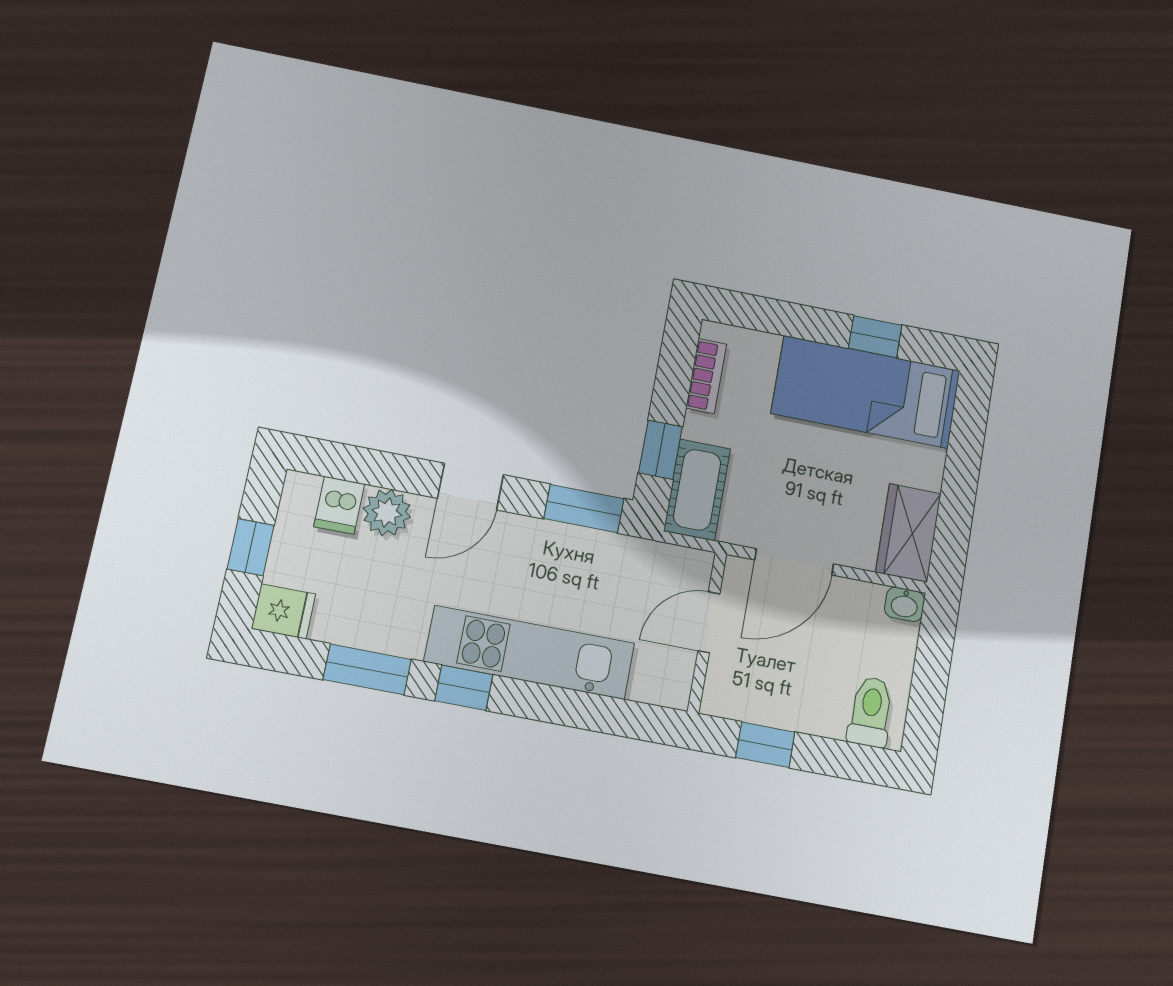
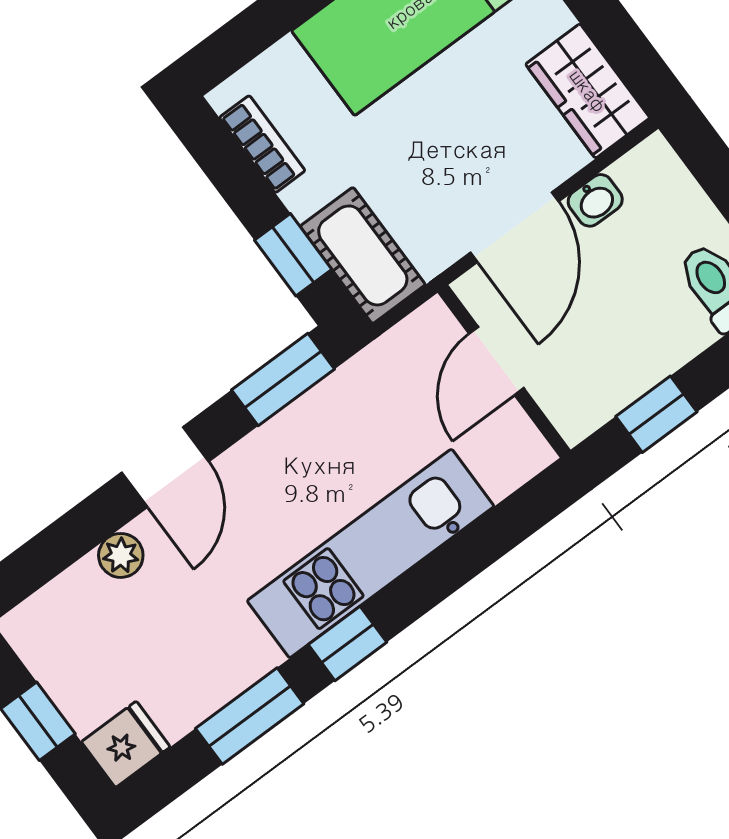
dishwasher: (339, 505) -> (72, 605), removed
plant: (387, 513) -> (121, 555), width x0.73, depth x0.73
washbasin: (905, 604) -> (595, 200), moved

